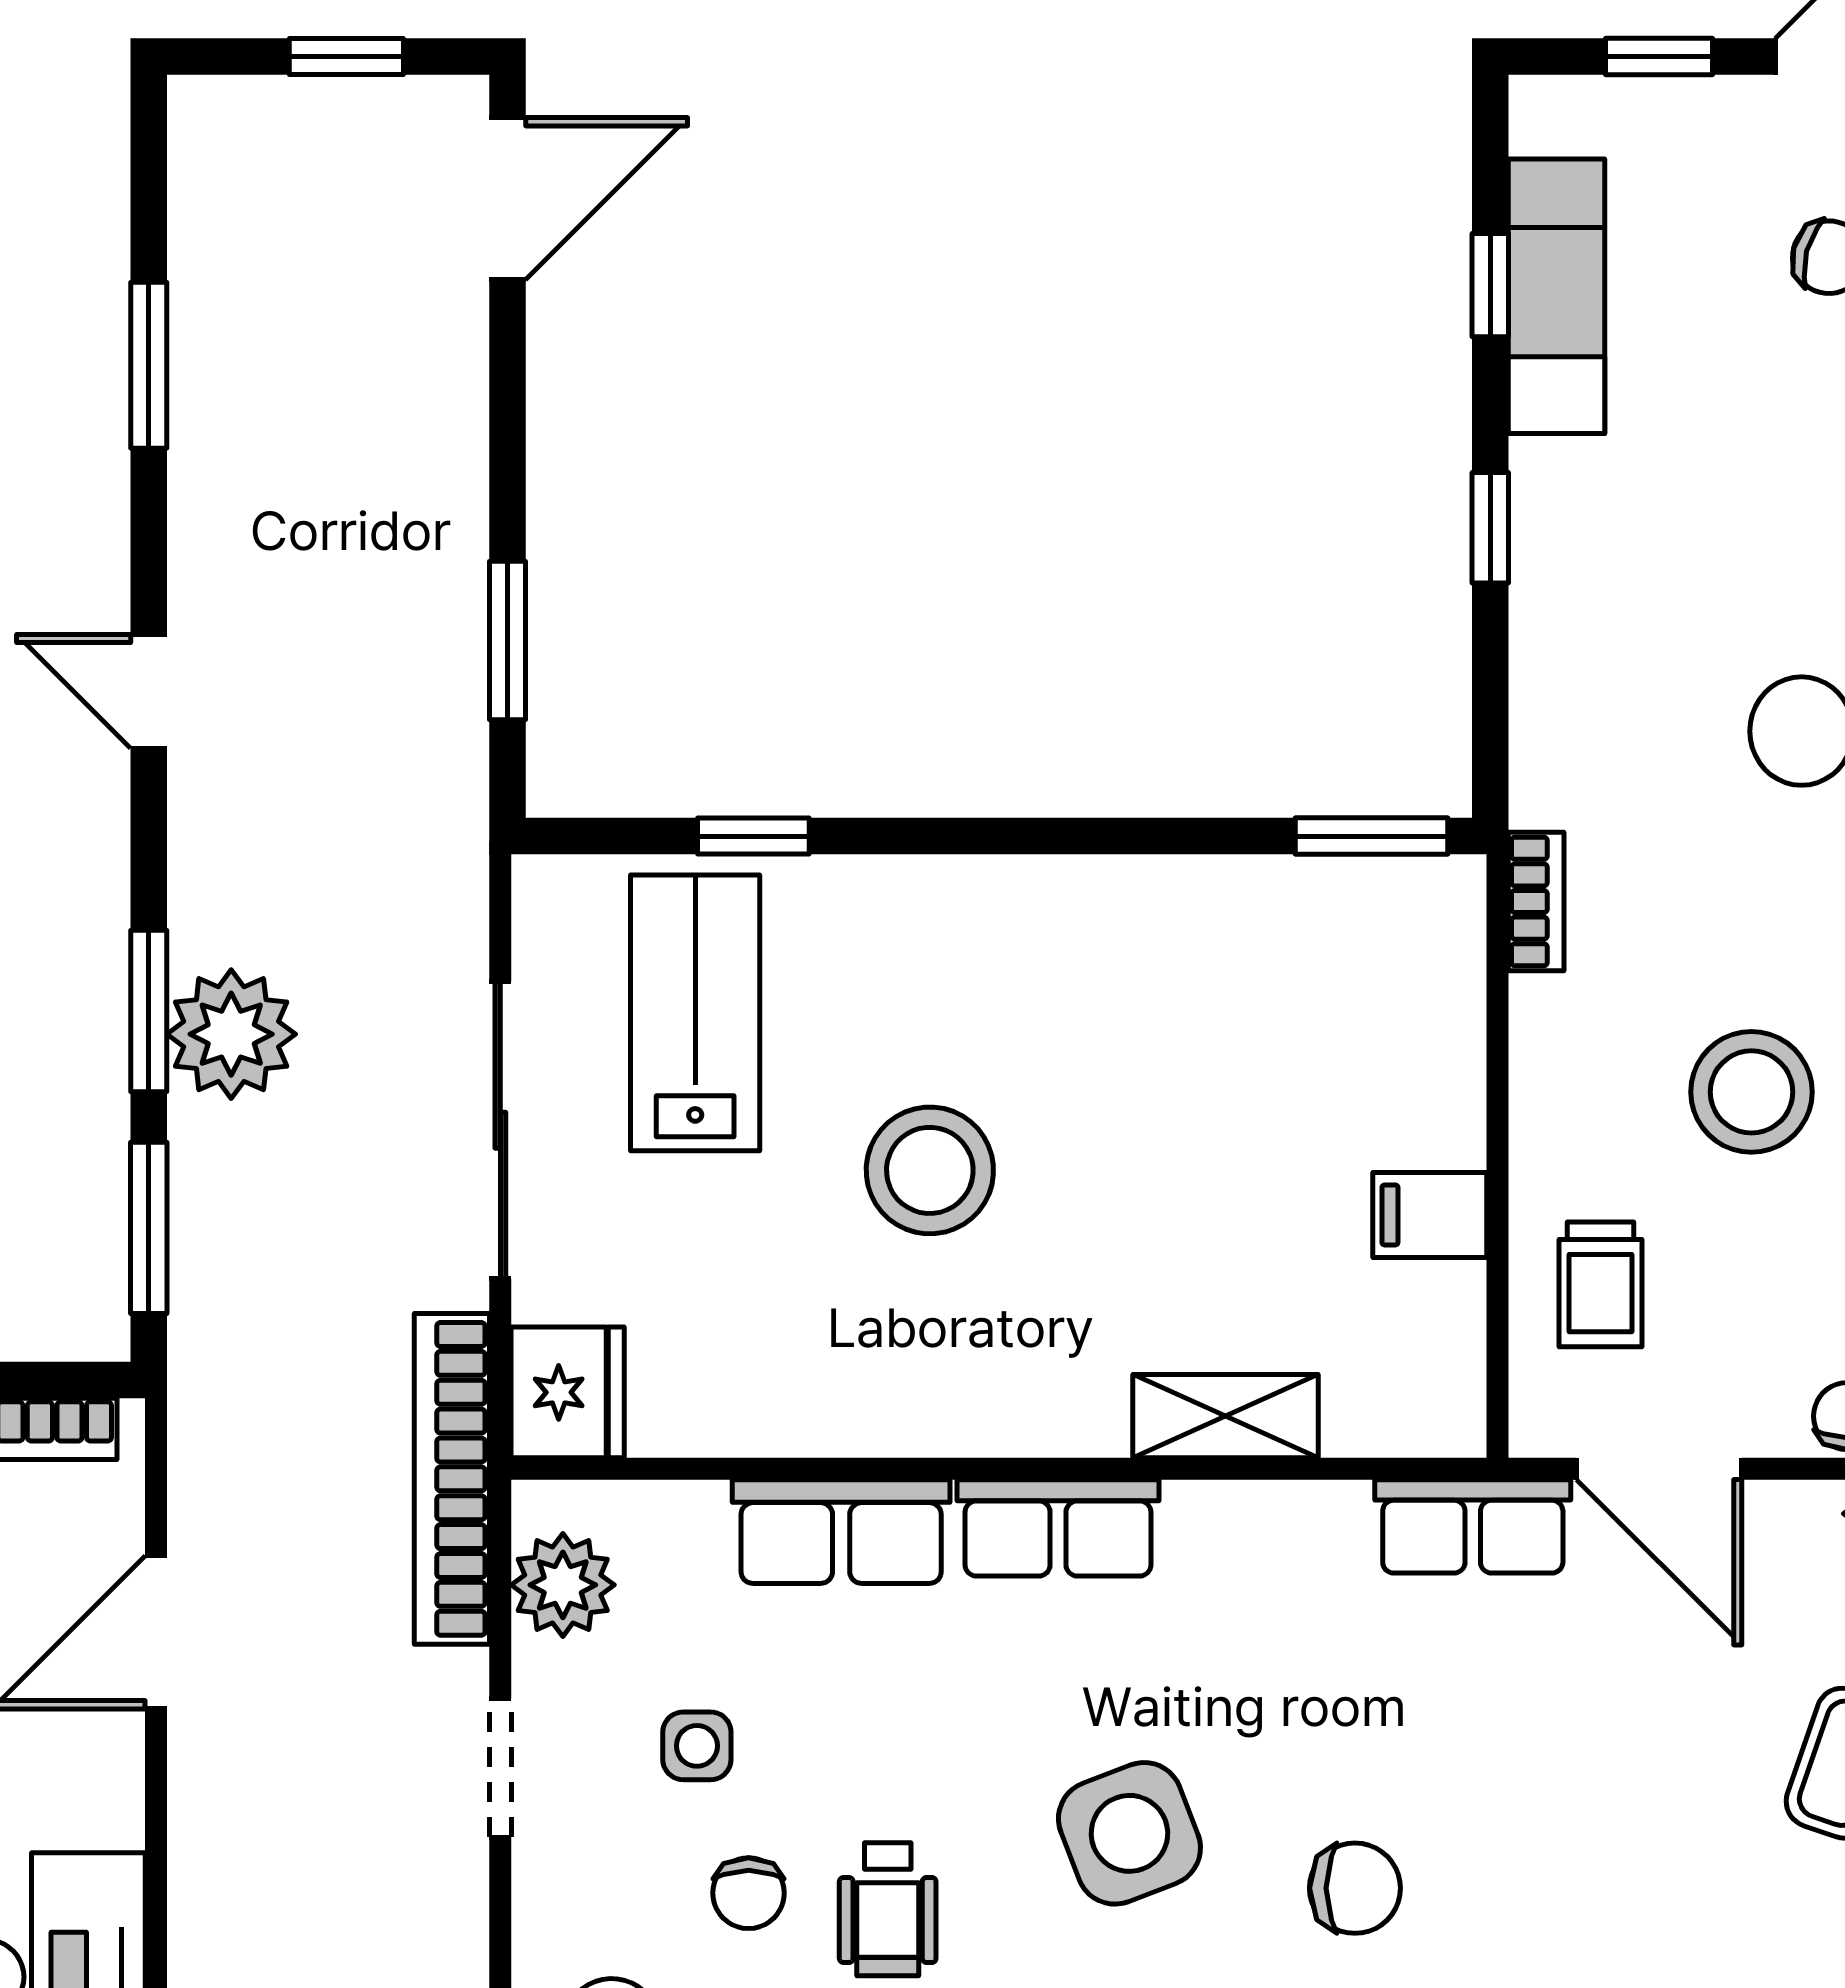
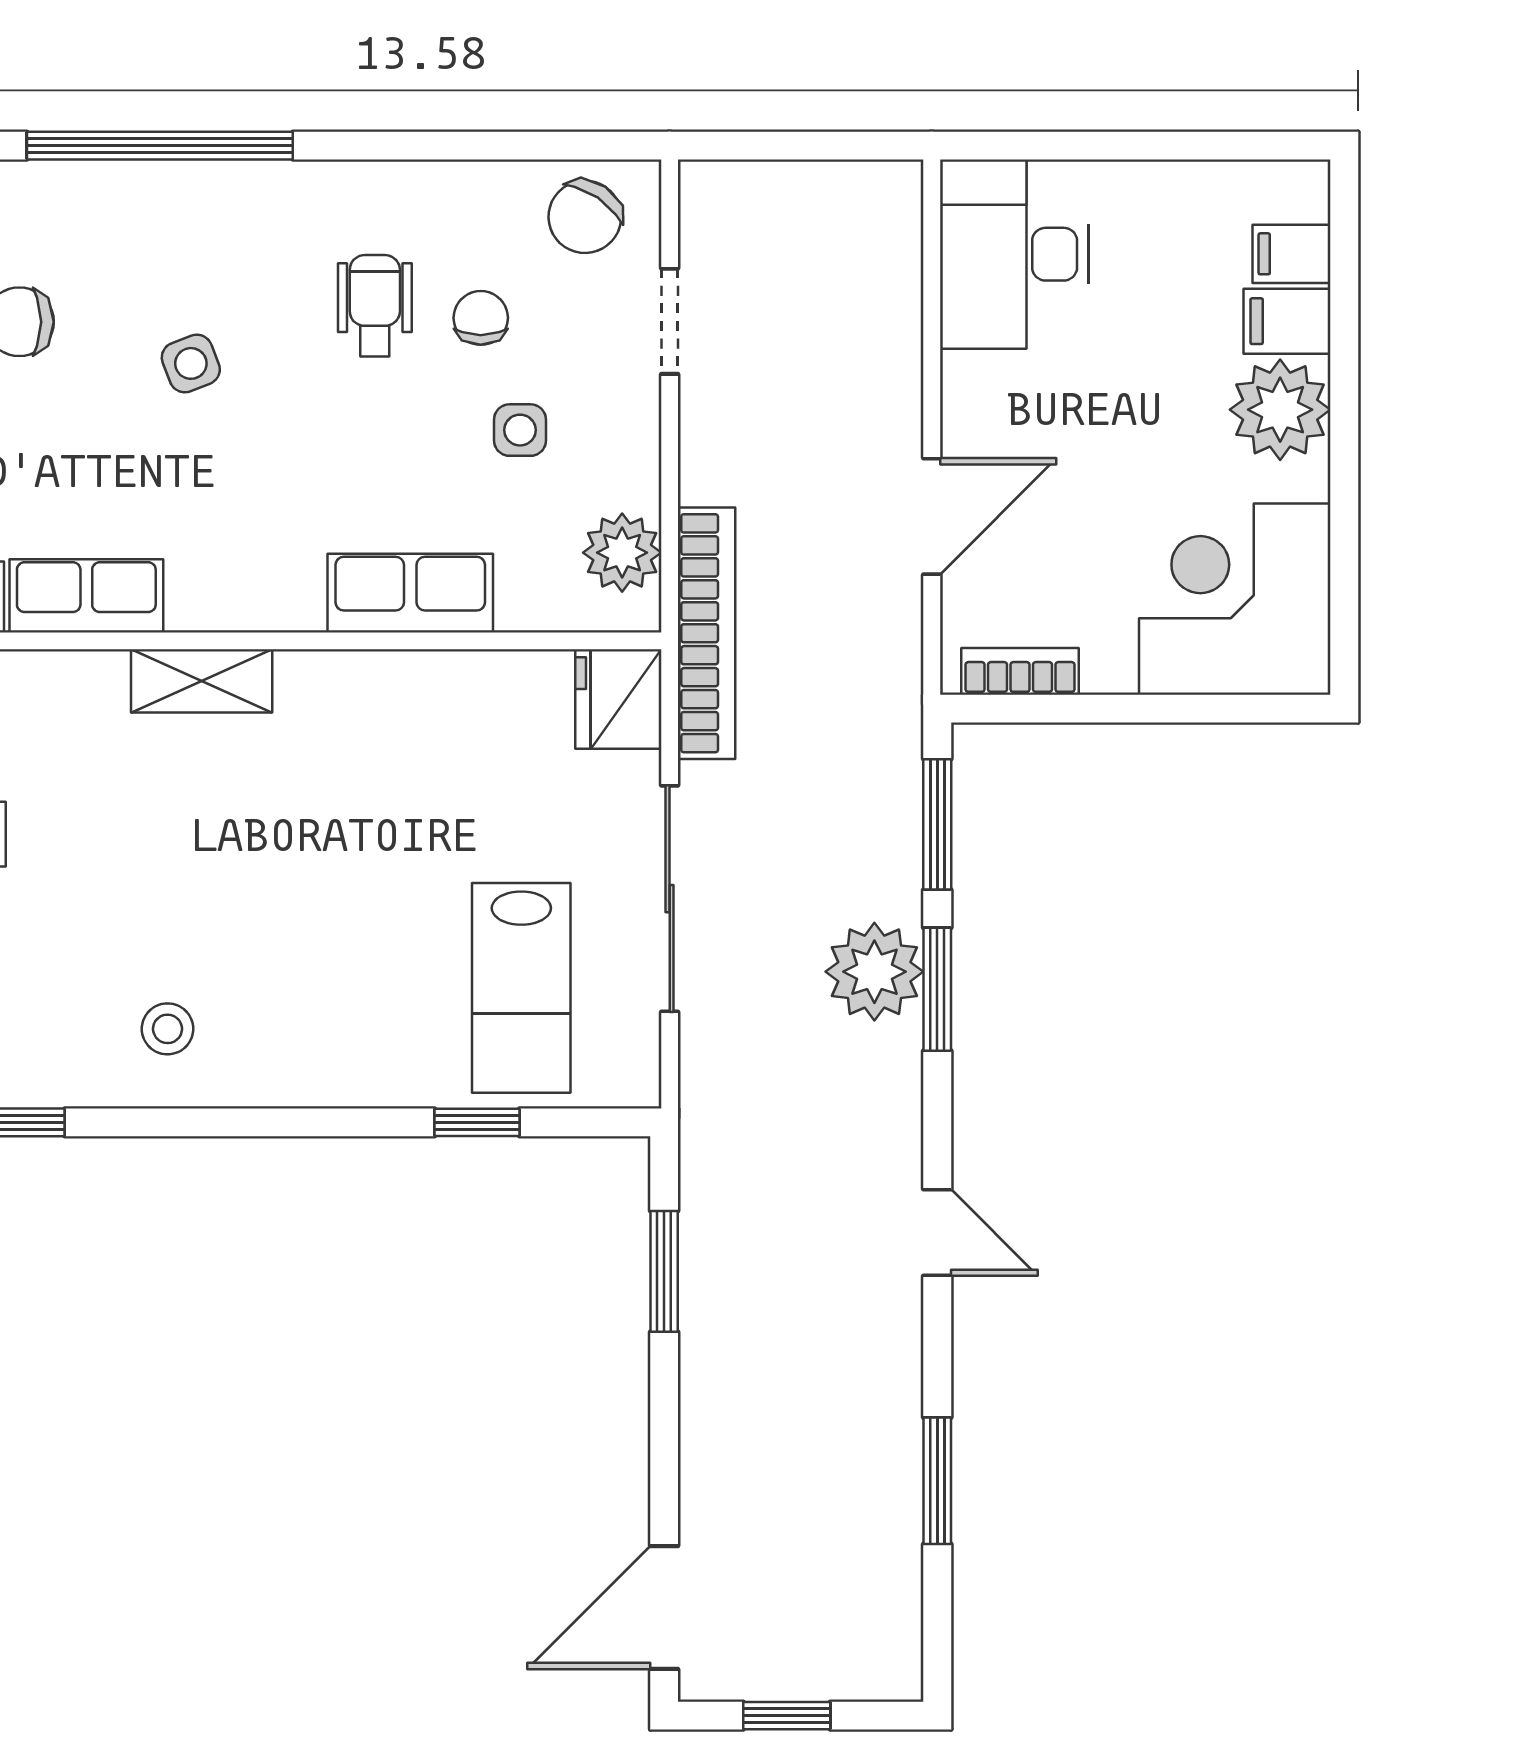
stool: (930, 1170) -> (168, 1029), moved, width x0.53, depth x0.53
shelving: (1225, 1416) -> (202, 681), moved
row of seats: (1058, 1528) -> (86, 596), moved
doorway: (500, 1768) -> (670, 321), moved
side table: (1129, 1833) -> (191, 363), width x0.54, depth x0.54

